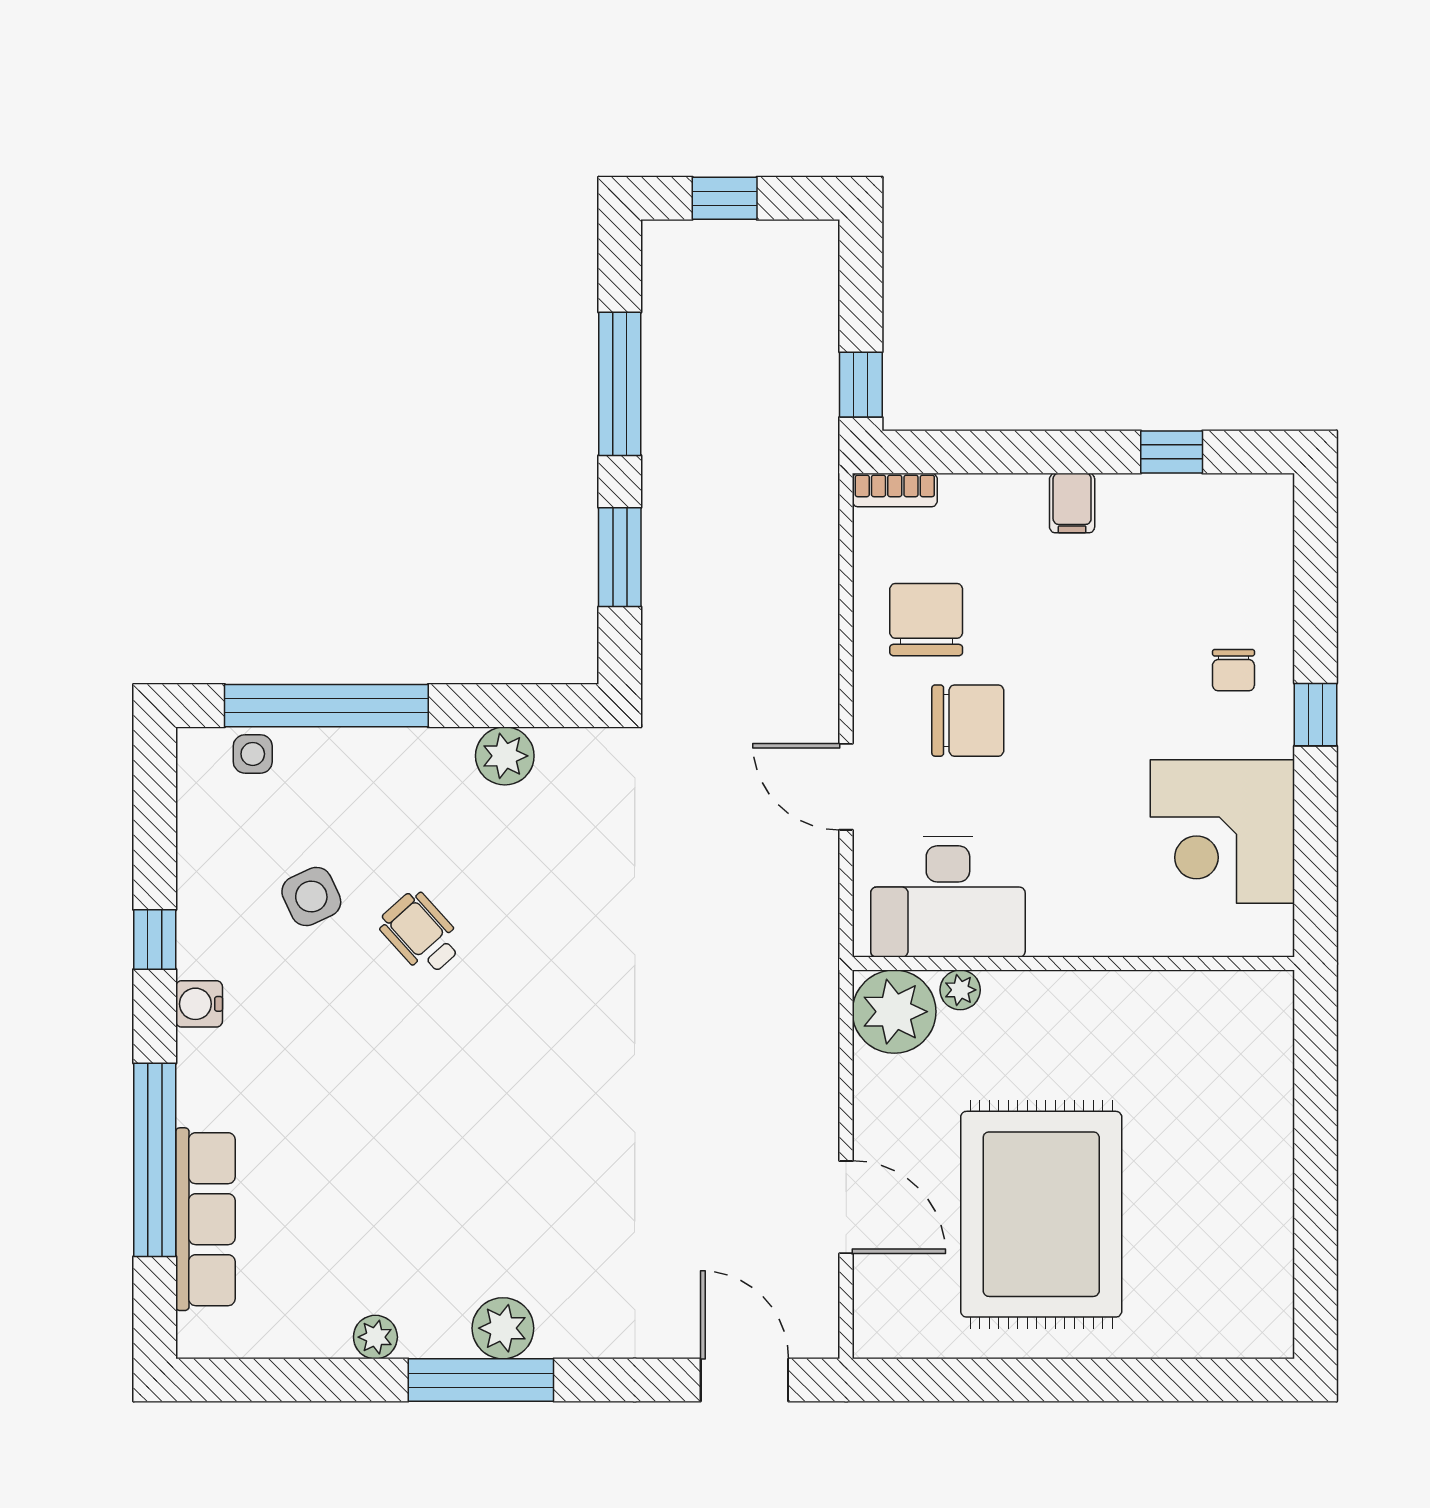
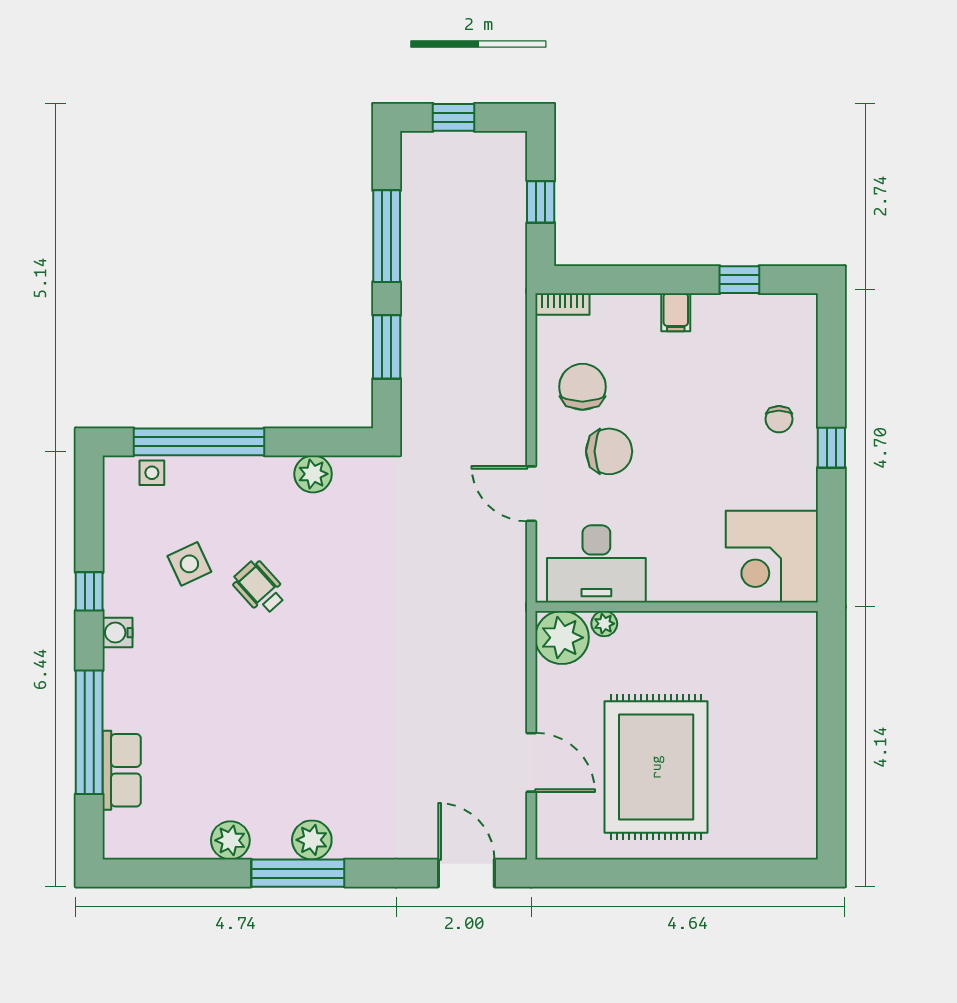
window: (861, 385) -> (541, 202), moved
corner desk: (1222, 832) -> (772, 557), moved
row of seats: (205, 1219) -> (122, 770), width x0.68
plant: (375, 1337) -> (230, 840), width x1.38, depth x1.38

